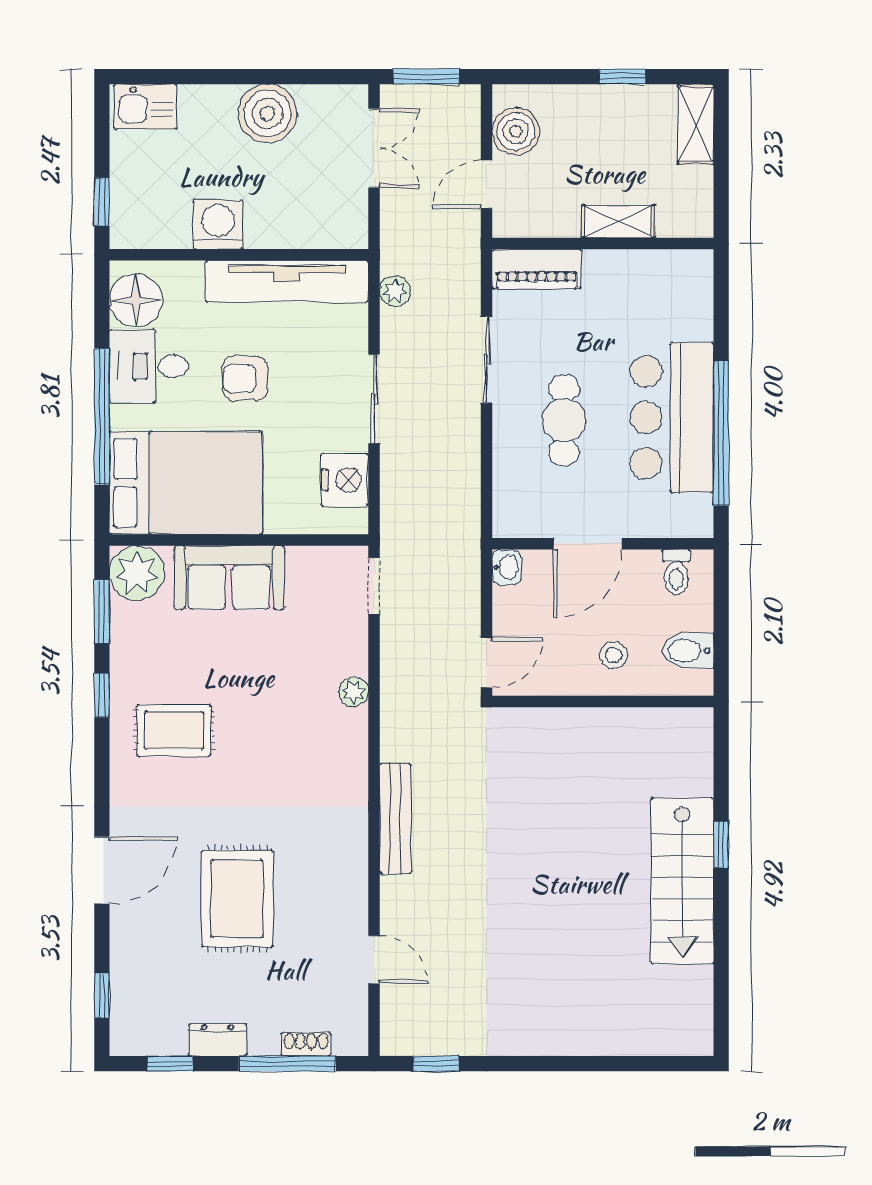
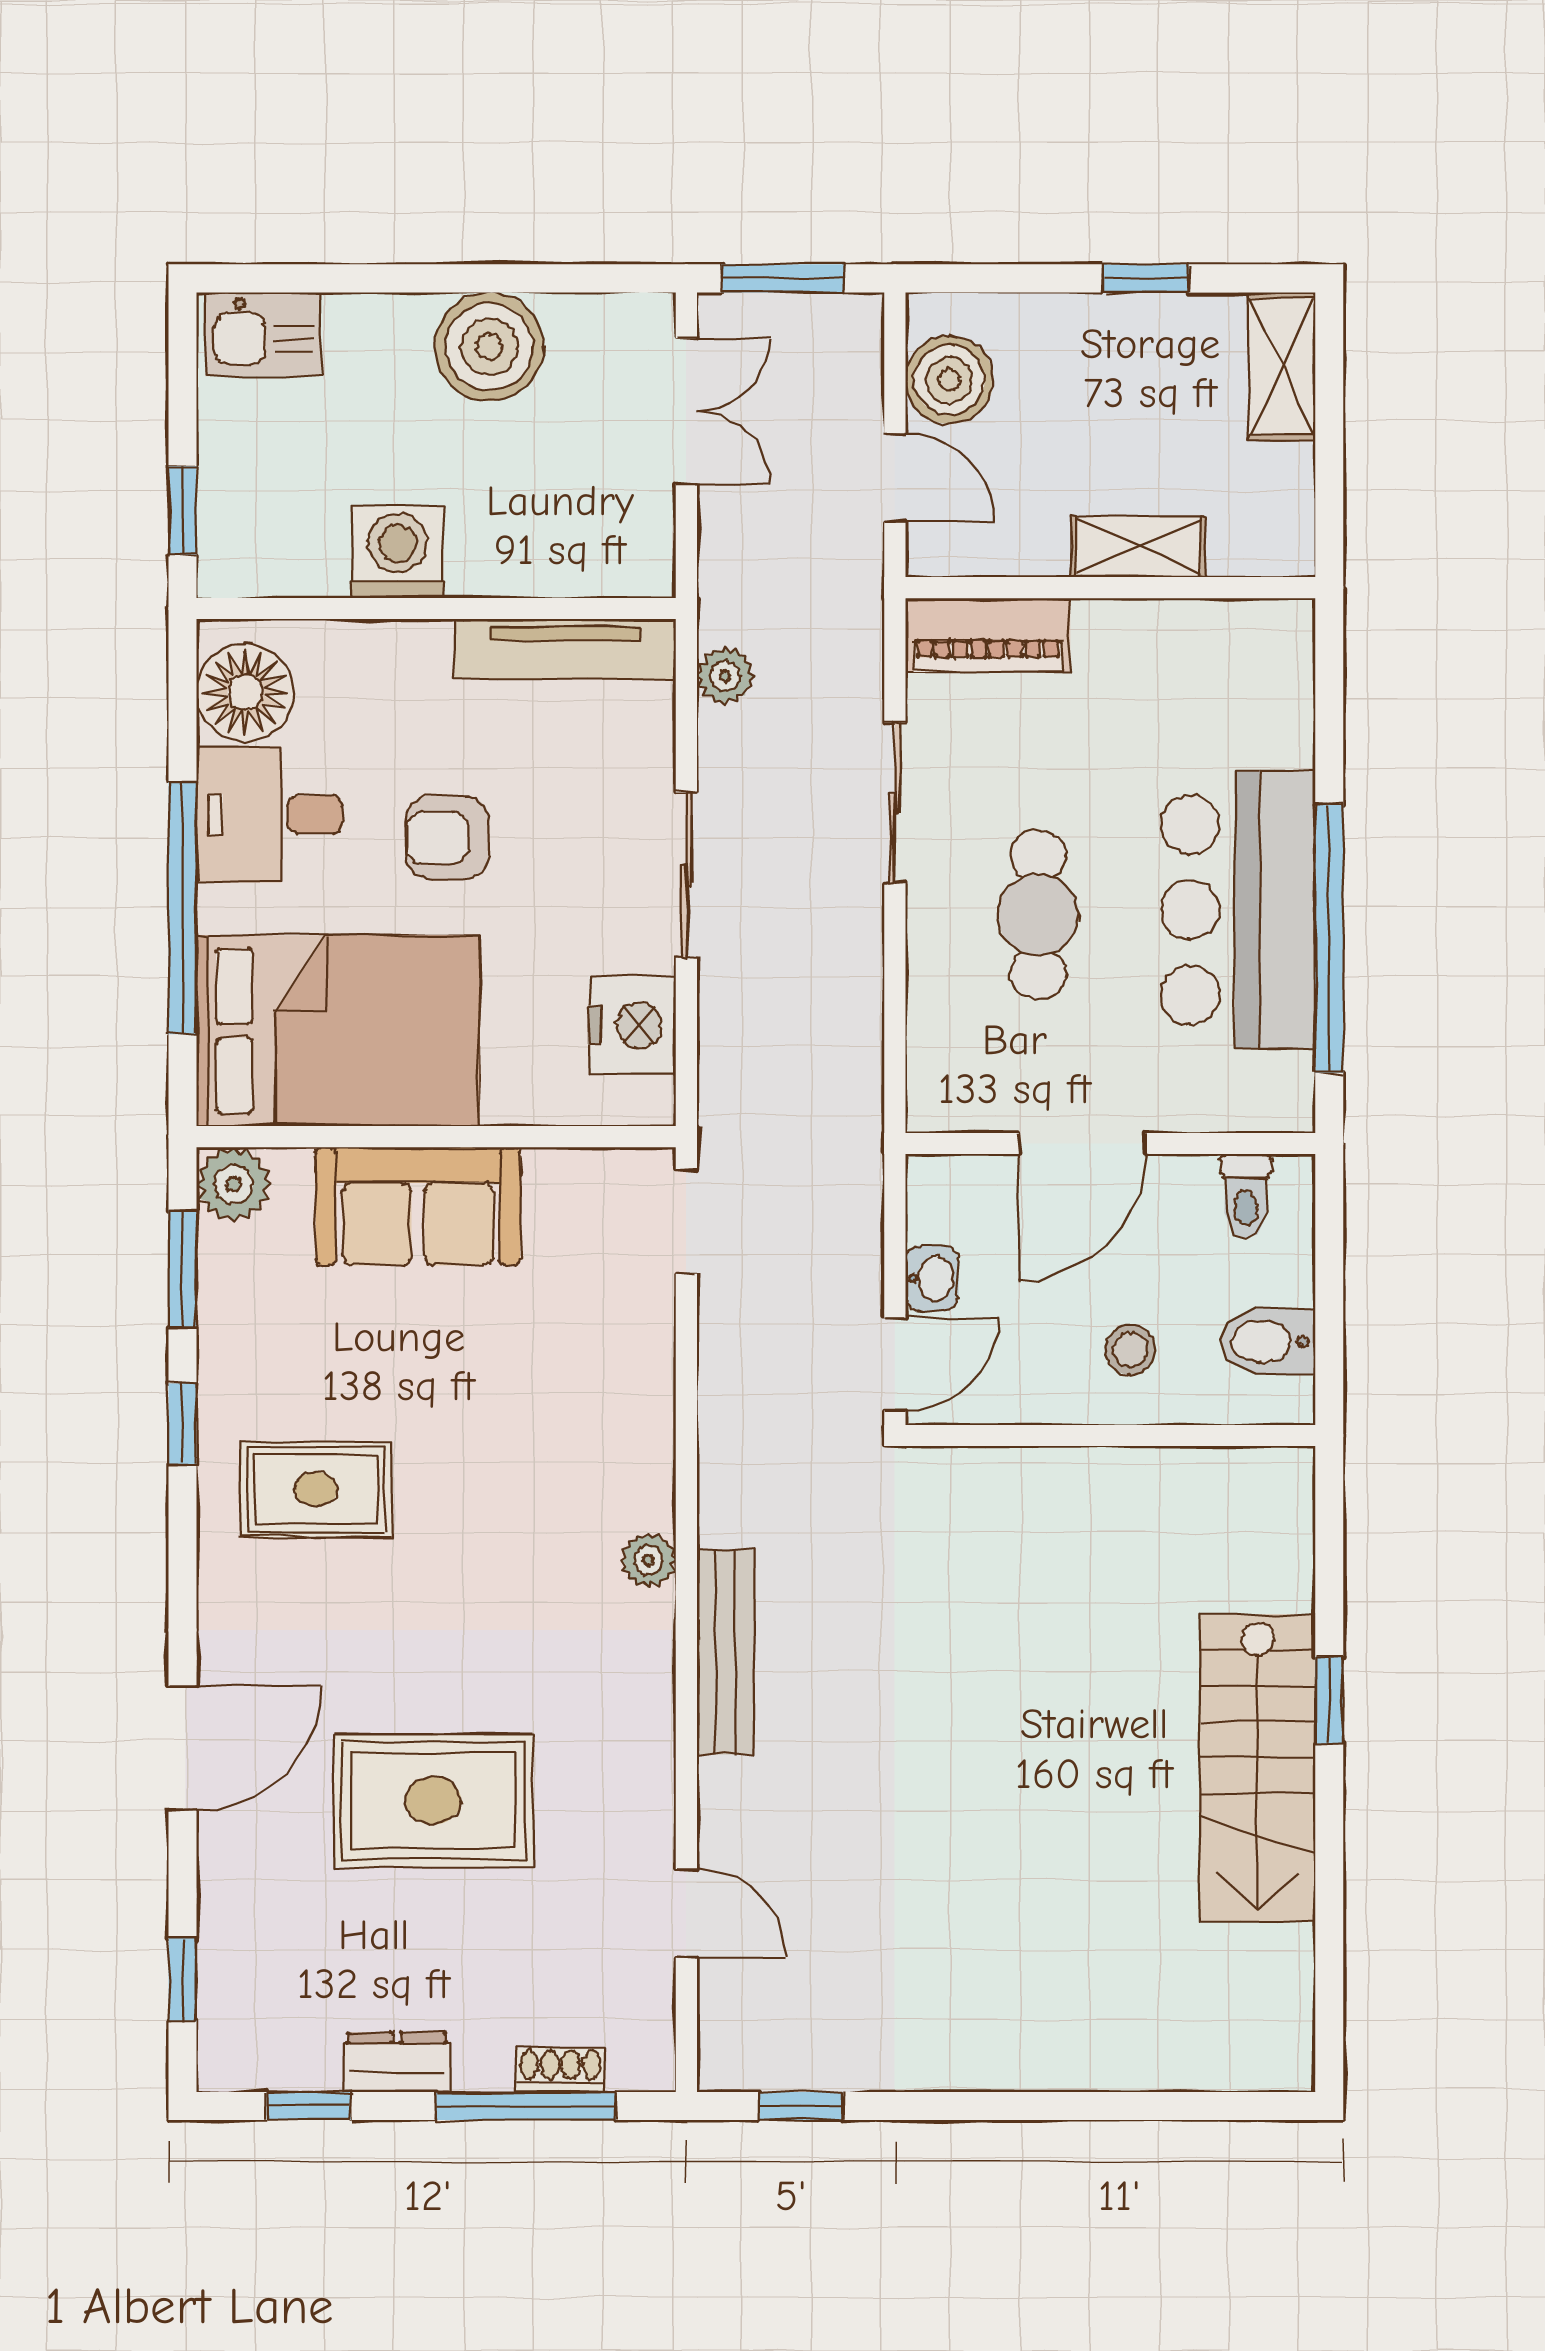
door: (487, 184) -> (895, 478), swing flipped
tv unit: (287, 281) -> (565, 649), width x0.73, depth x0.78
washbasin: (507, 567) -> (932, 1278), moved
plant: (137, 573) -> (234, 1184), width x0.73, depth x0.73
plant: (354, 692) -> (648, 1560), moved
rug: (237, 899) -> (433, 1801), turned 90

